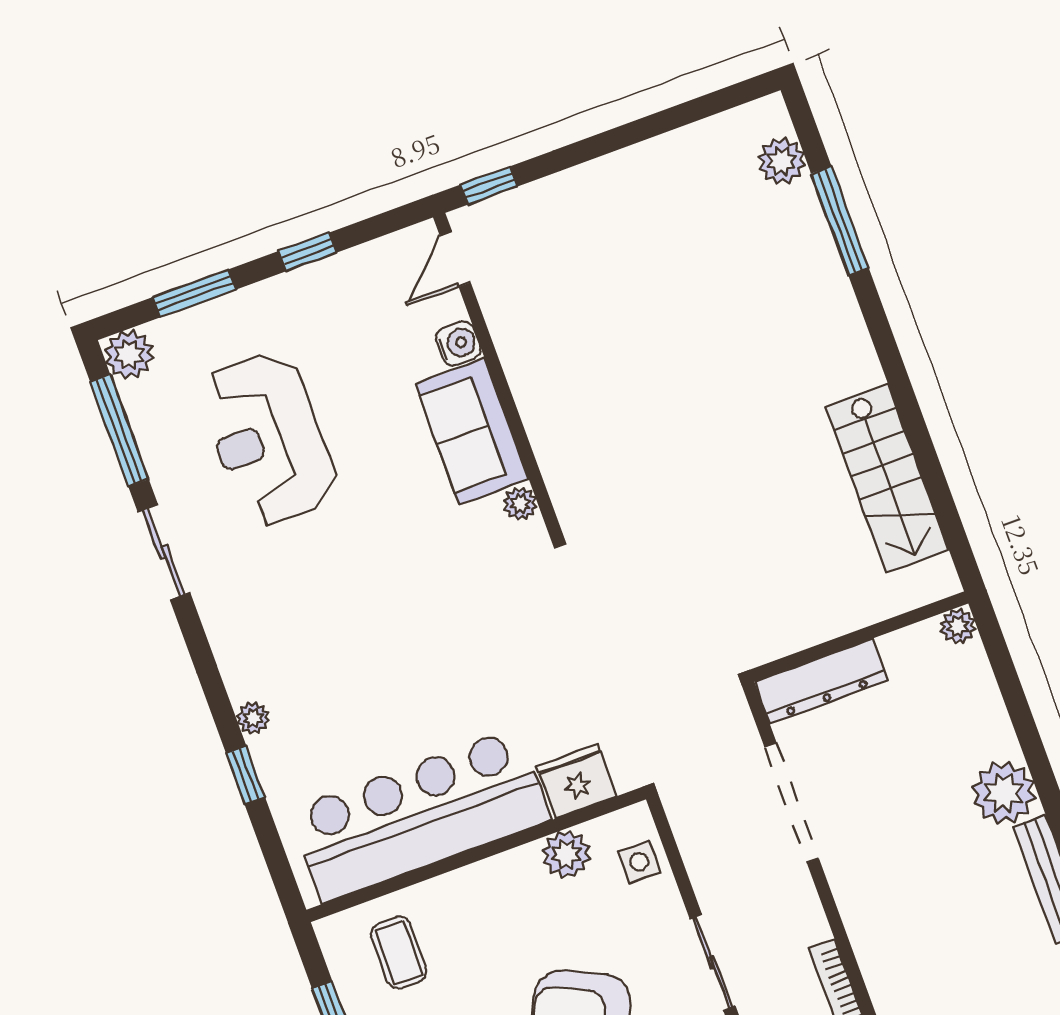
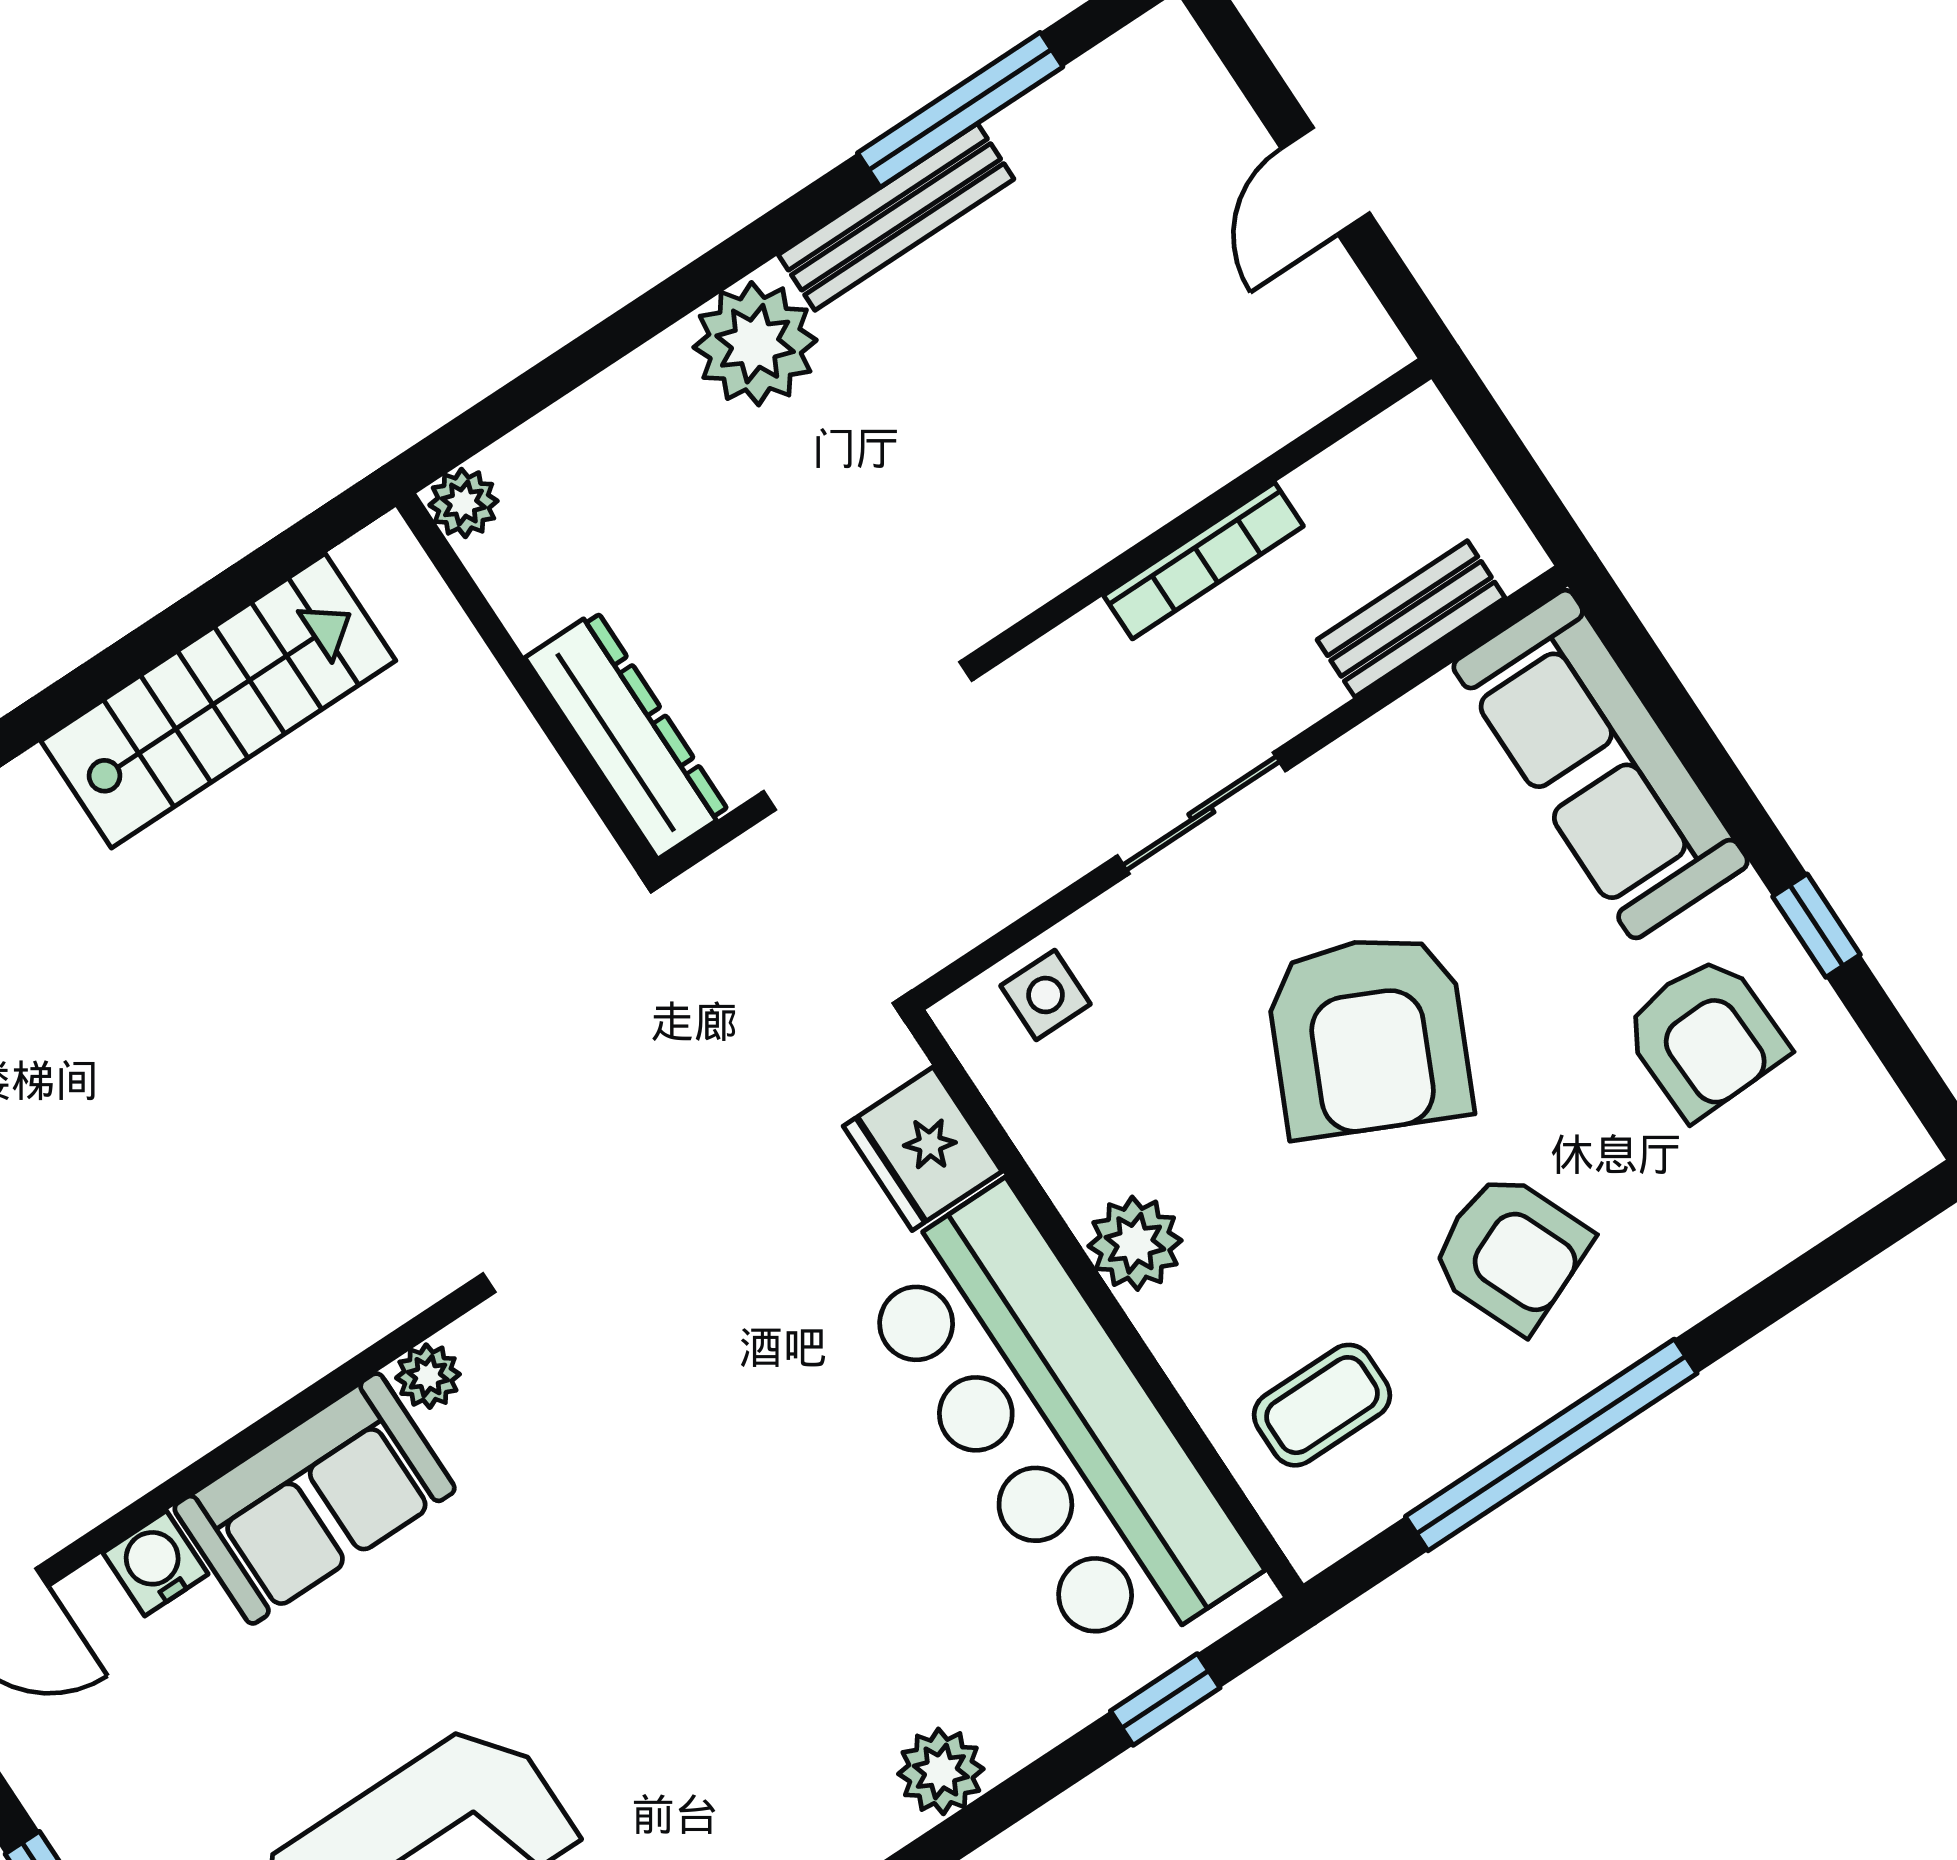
plant: (253, 718) -> (941, 1771), width x1.38, depth x1.38
window: (245, 775) -> (1165, 1699), moved
plant: (566, 854) -> (1135, 1243), moved

